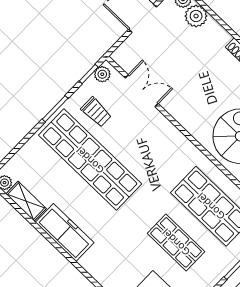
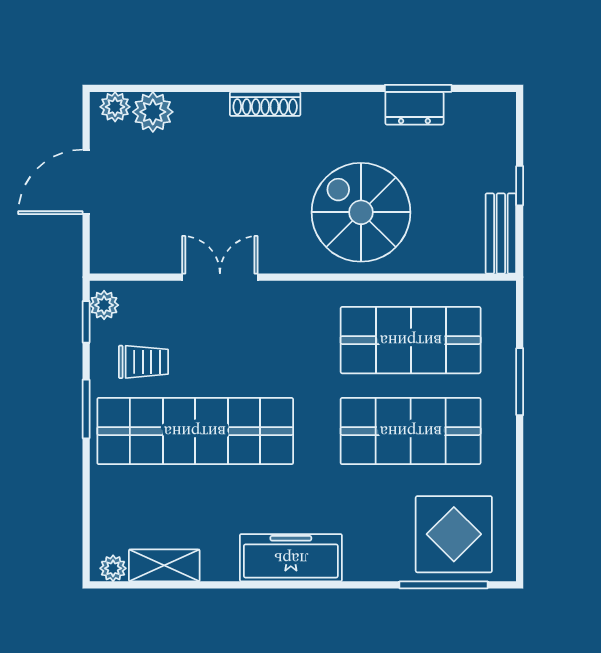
double door: (142, 91) -> (220, 277), moved
freezer: (65, 232) -> (291, 558), moved
shop shelf: (176, 242) -> (411, 431), width x1.43, depth x1.36

